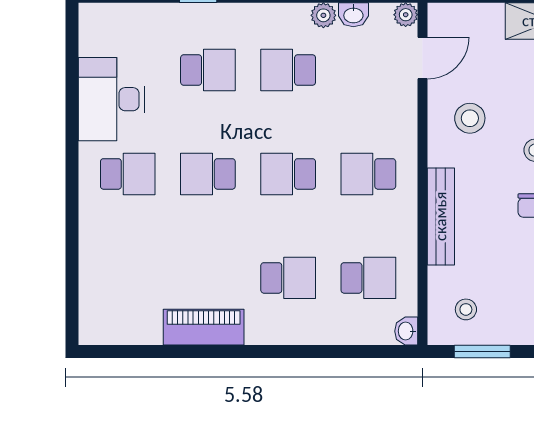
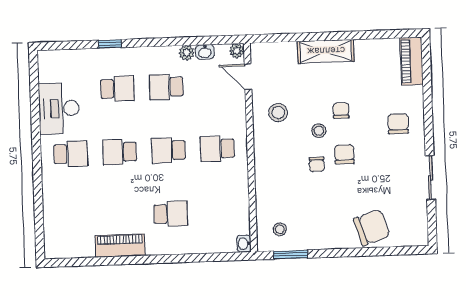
door: (422, 58) -> (248, 77), swing flipped
bench: (441, 216) -> (263, 173), removed
school desk: (368, 278) -> (220, 212), removed

